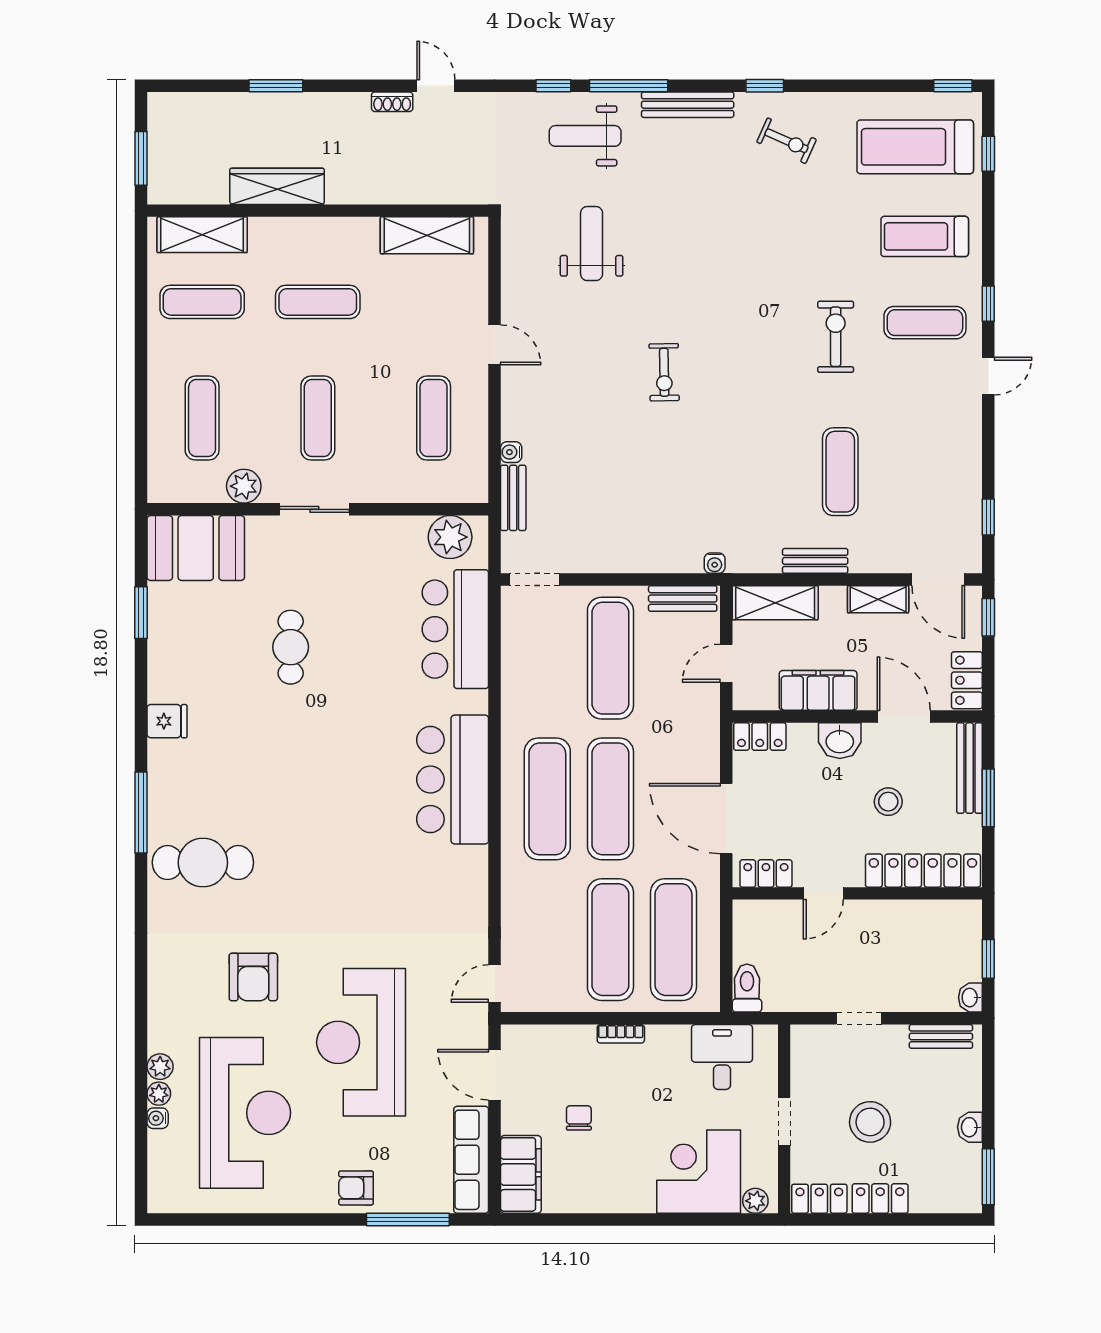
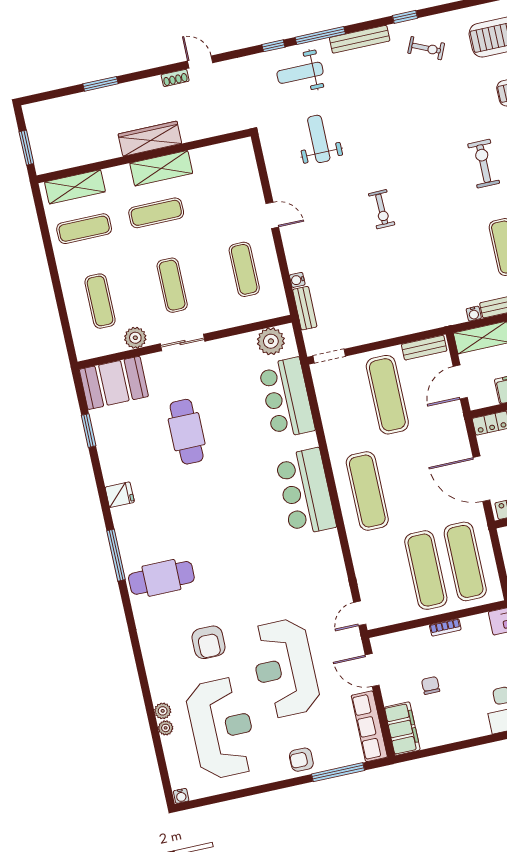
wardrobe: (277, 186) -> (150, 139), moved
shelving: (427, 235) -> (161, 168), moved
water cooler: (715, 563) -> (474, 314), moved
cafe table: (291, 647) -> (187, 432), width x1.37, depth x1.35
door: (726, 663) -> (460, 382), width x1.38
exercise mat: (610, 799) -> (407, 482), removed
water cooler: (158, 1118) -> (181, 796), moved, turned -90

